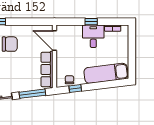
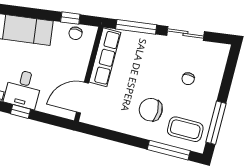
door: (55, 40) -> (82, 98), swing flipped

